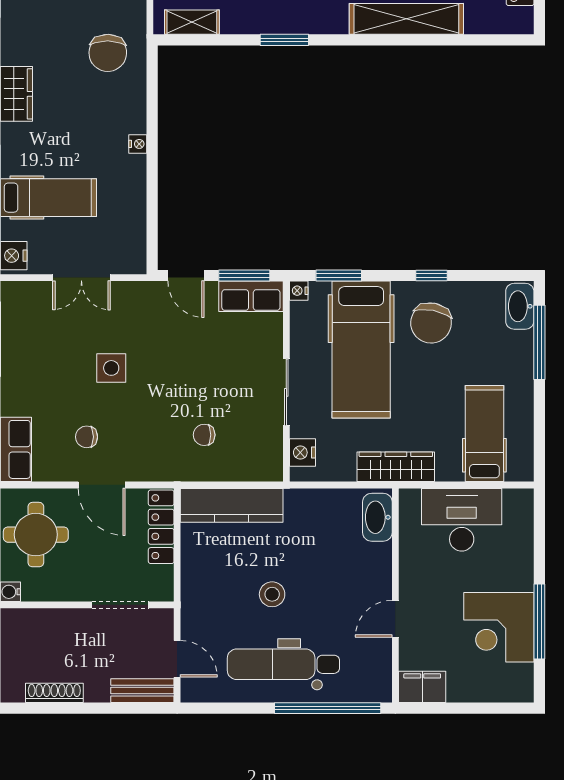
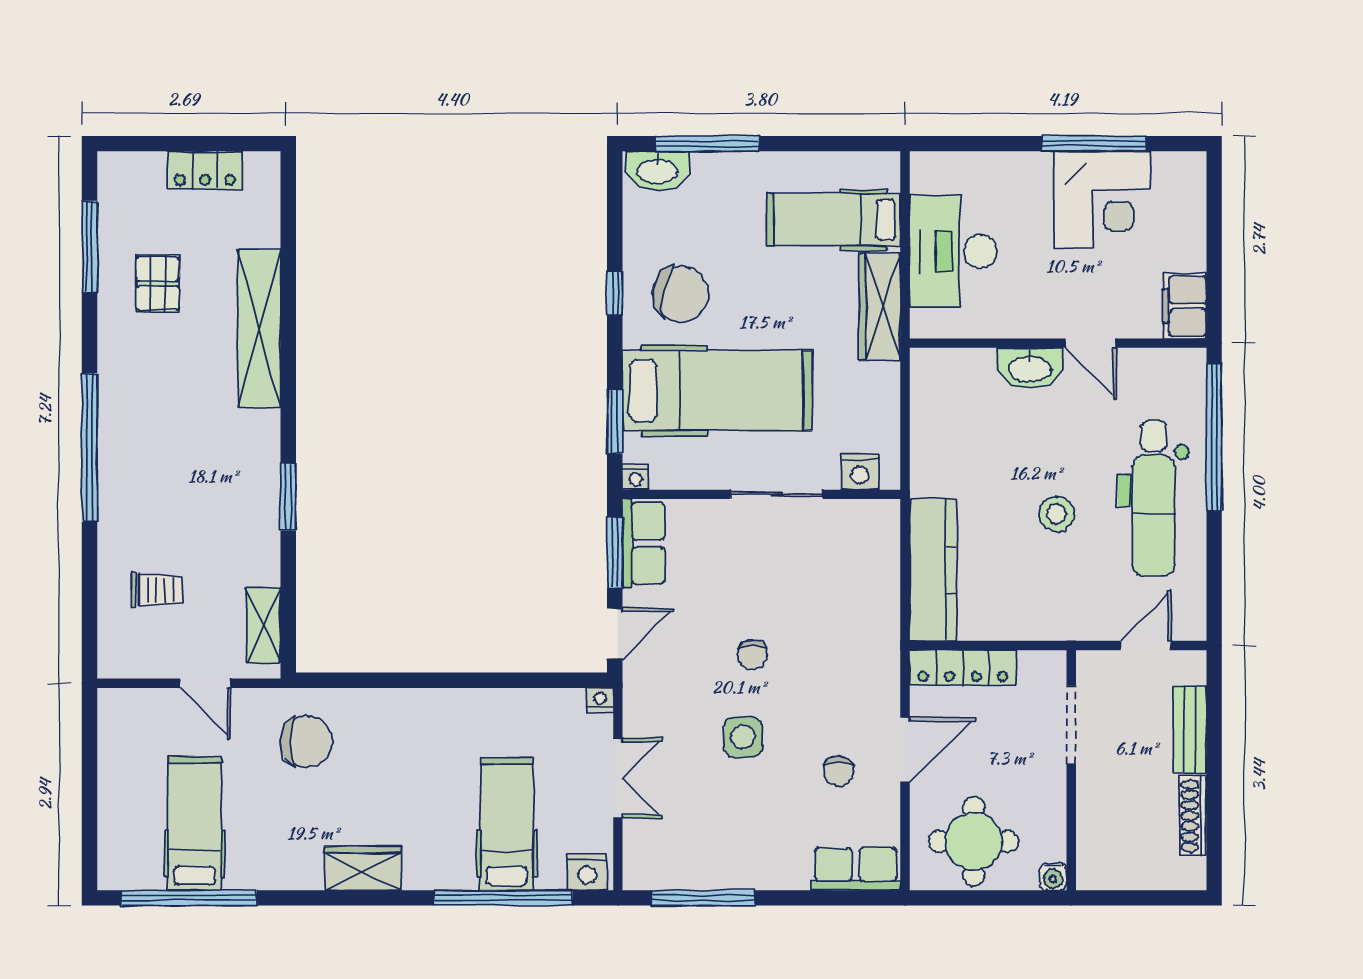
nightstand: (138, 144) -> (600, 700), moved
chair: (204, 435) -> (753, 655), moved
wardrobe: (396, 467) -> (880, 306), moved
washbasin: (377, 517) -> (1030, 368), moved
bench: (142, 691) -> (1190, 729), moved

